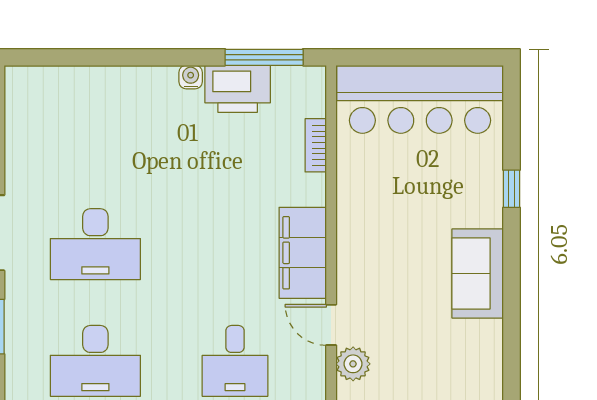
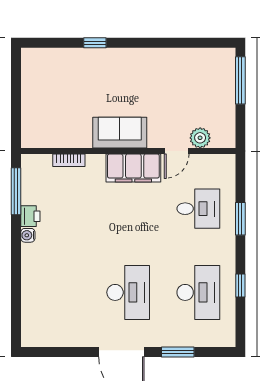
printer: (238, 89) -> (30, 216), width x0.53, depth x0.68
bar counter: (420, 99) -> (41, 98), removed
sofa: (478, 273) -> (120, 133), moved, turned 180

